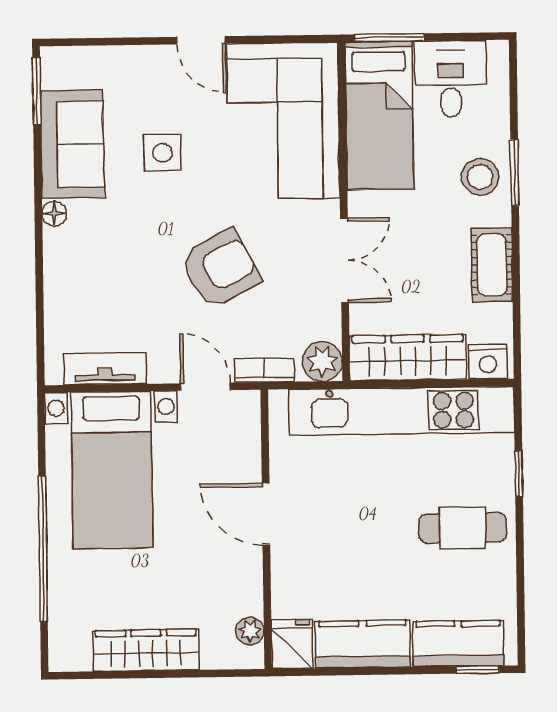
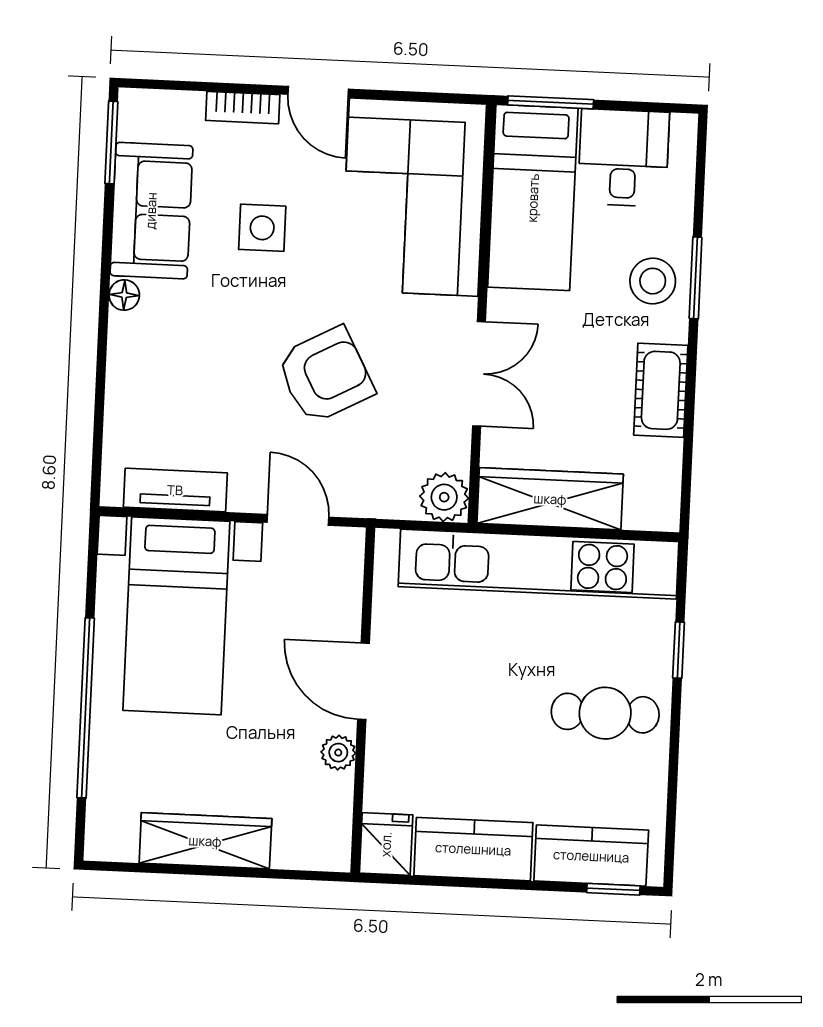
nightstand: (488, 362) -> (649, 510), removed
bookcase: (264, 370) -> (243, 108), moved, turned 180
plant: (250, 631) -> (338, 753), moved

